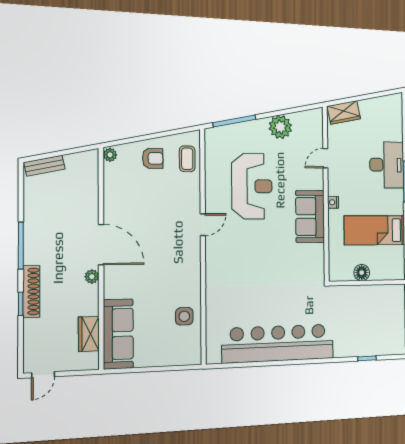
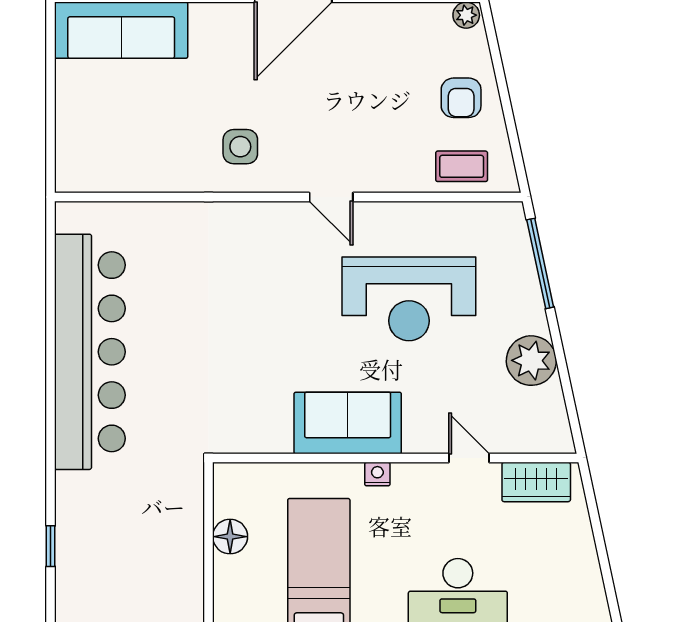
wardrobe: (344, 112) -> (536, 482), moved, turned -78
side table: (184, 316) -> (240, 147), moved

